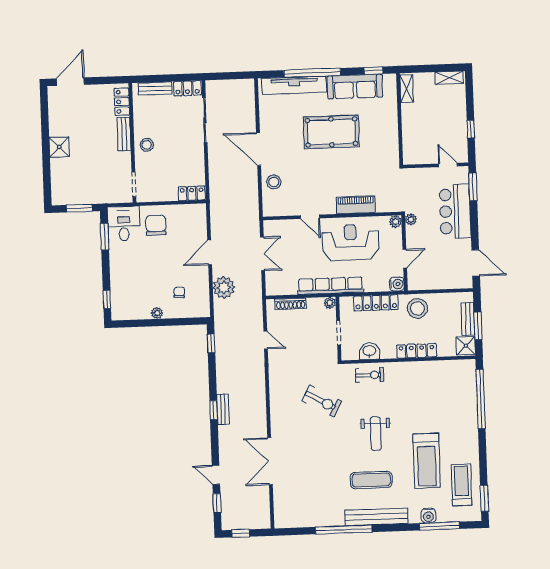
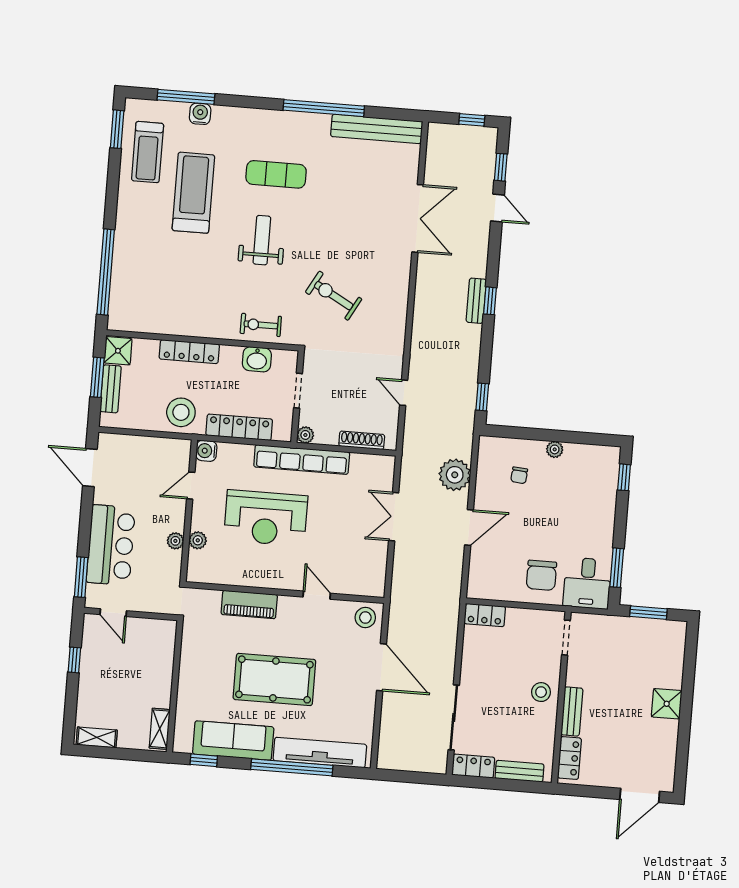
piano: (356, 205) -> (249, 605), moved
wall: (332, 216) -> (285, 593), moved
door: (310, 217) -> (317, 595), moved
bench: (376, 517) -> (377, 129), moved

